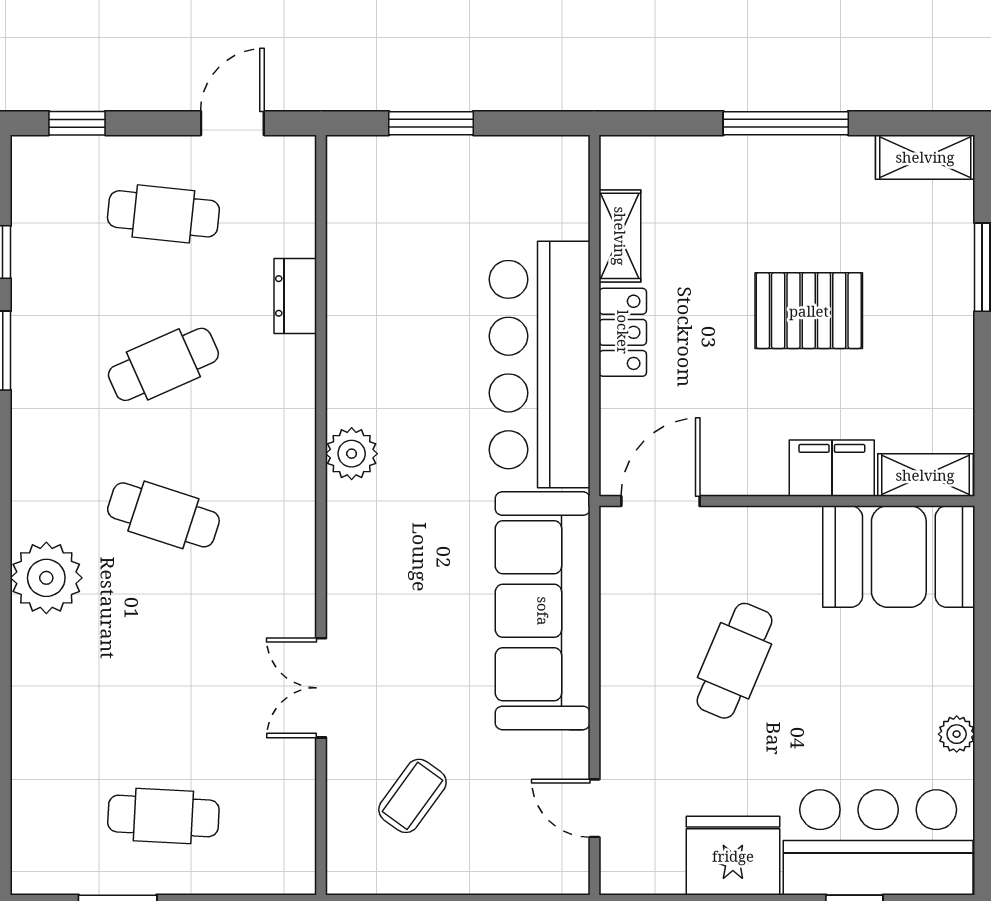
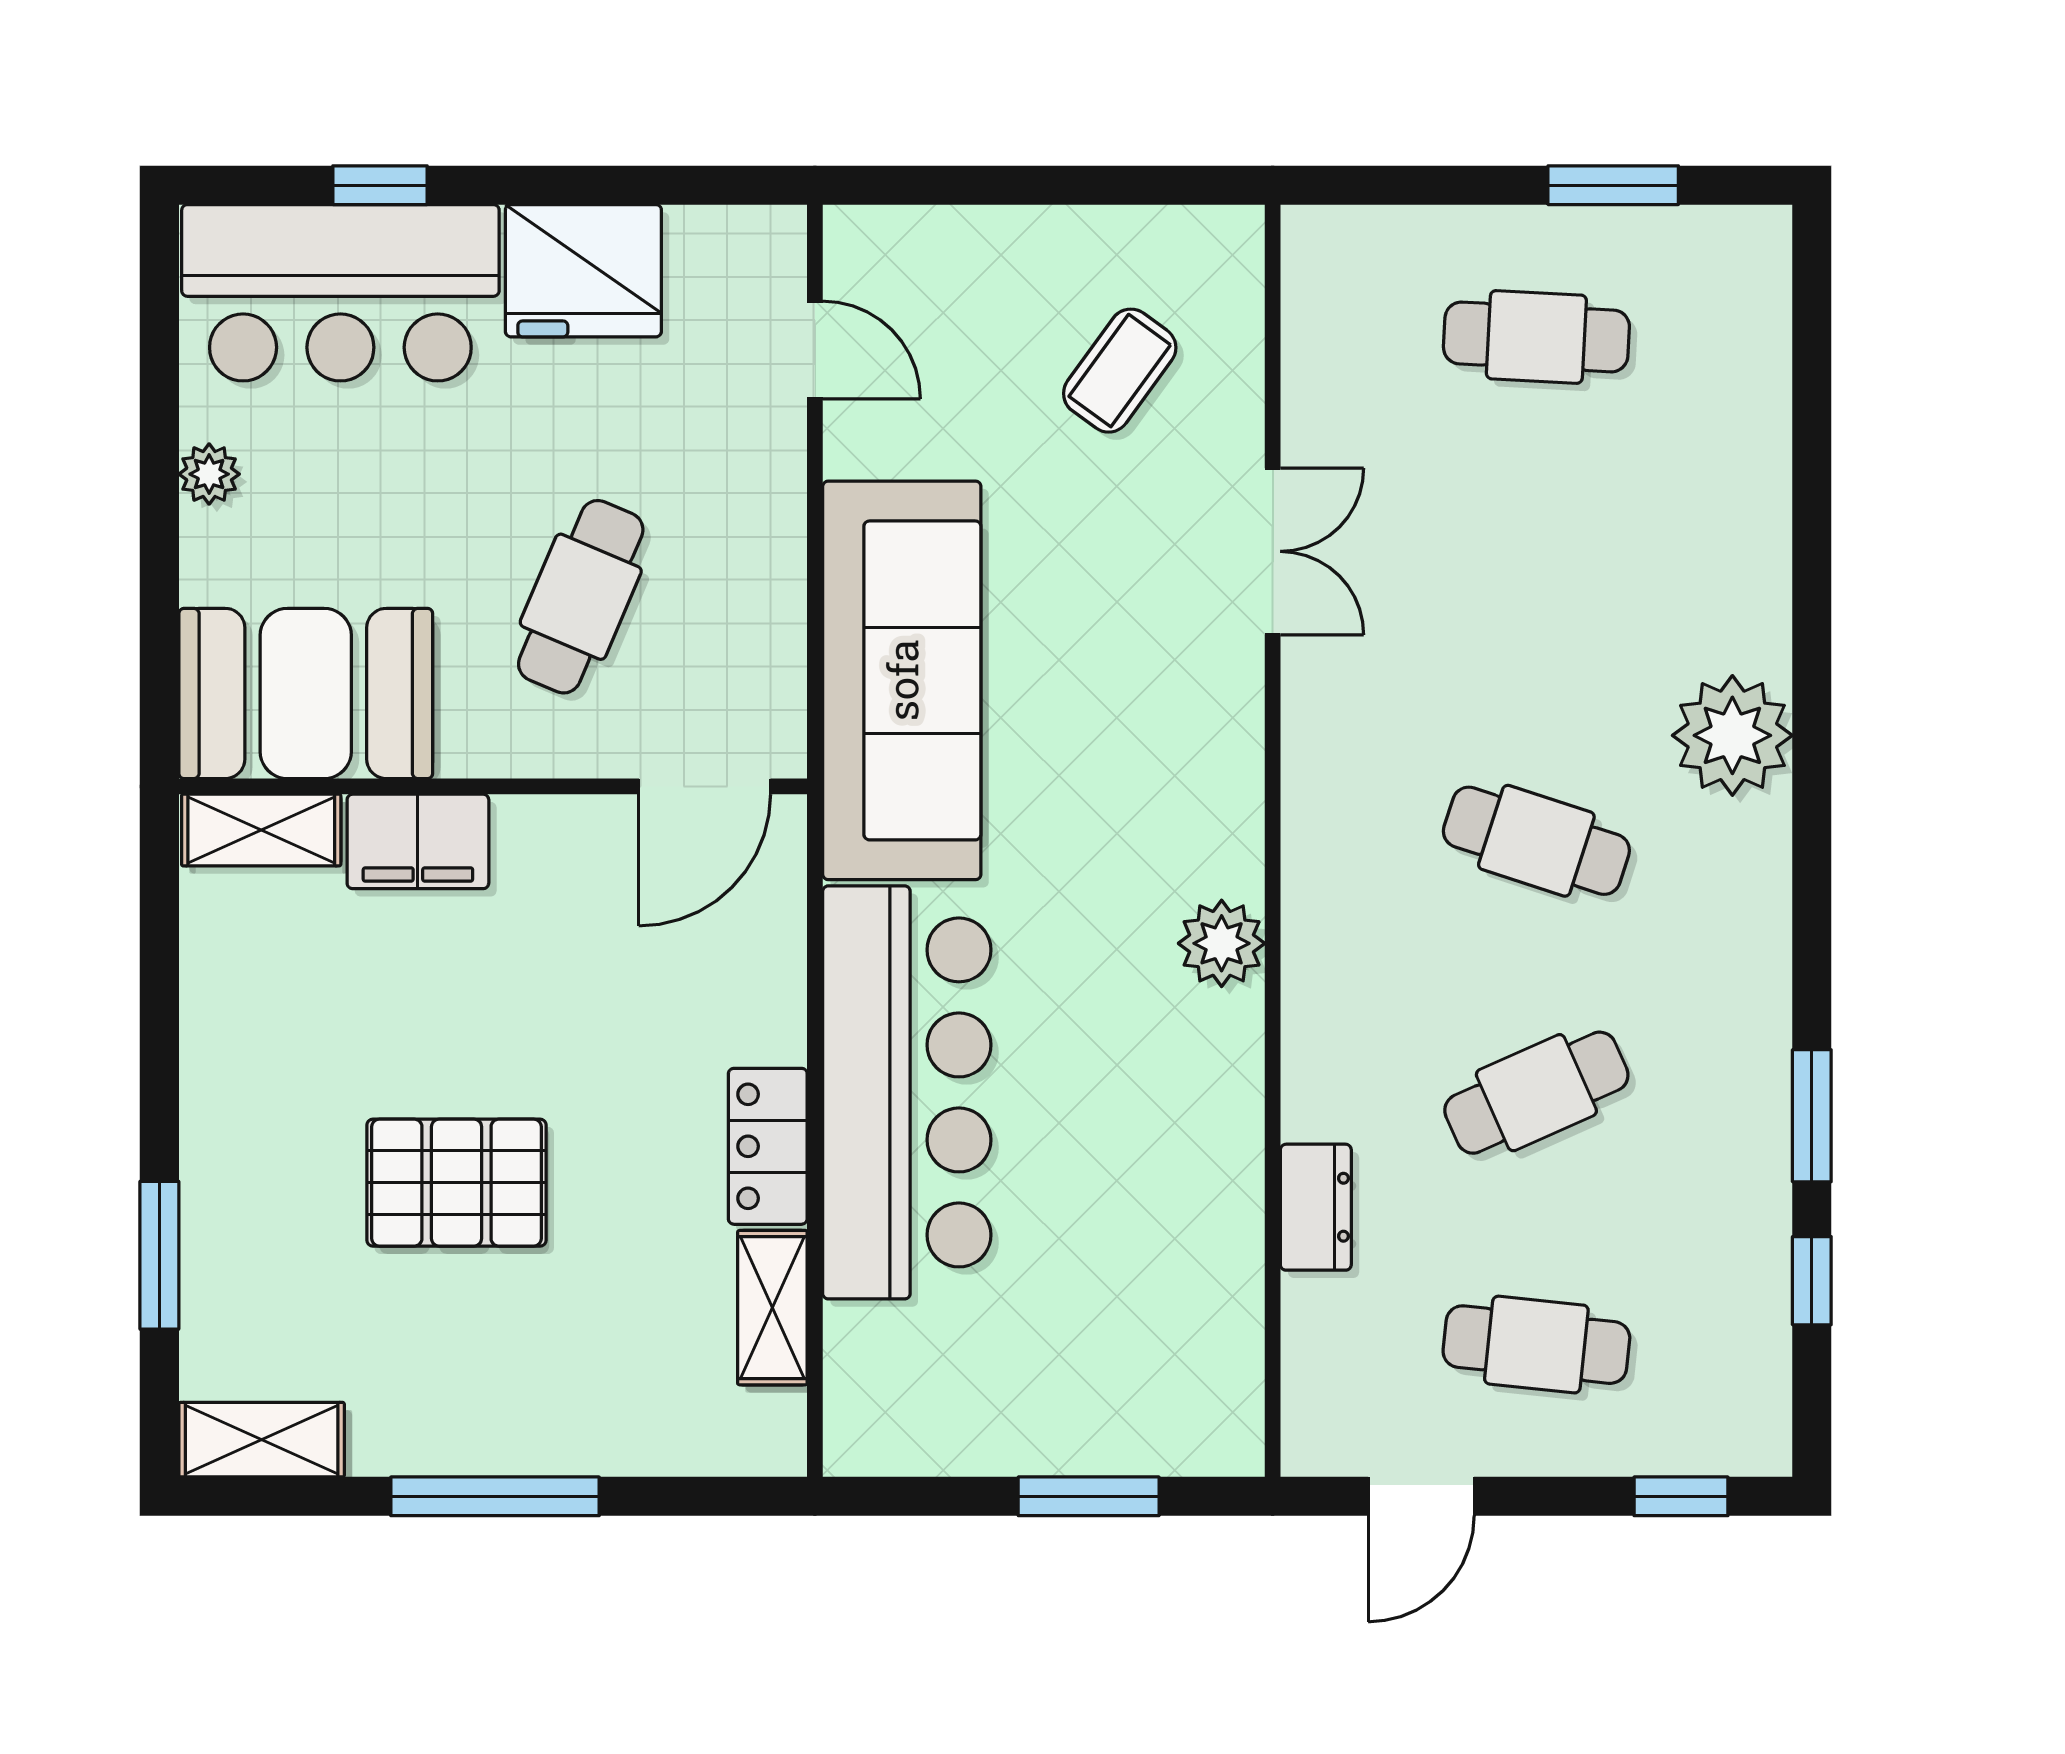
filing cabinet: (832, 468) -> (418, 841), moved
shelving: (925, 475) -> (261, 830), moved
door: (660, 501) -> (705, 786), moved
wall: (787, 501) -> (493, 786), moved
booth: (899, 557) -> (306, 693), moved

